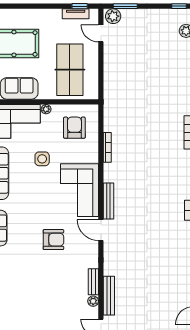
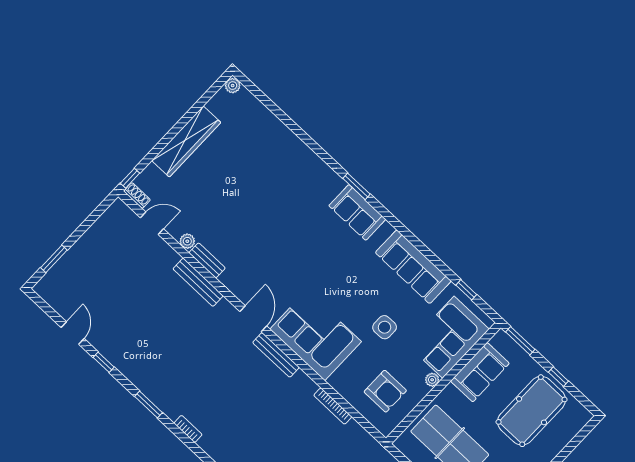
door: (101, 230) -> (253, 319), hinge flipped
armchair: (53, 240) -> (290, 260), removed
bench: (109, 296) -> (198, 282), moved

